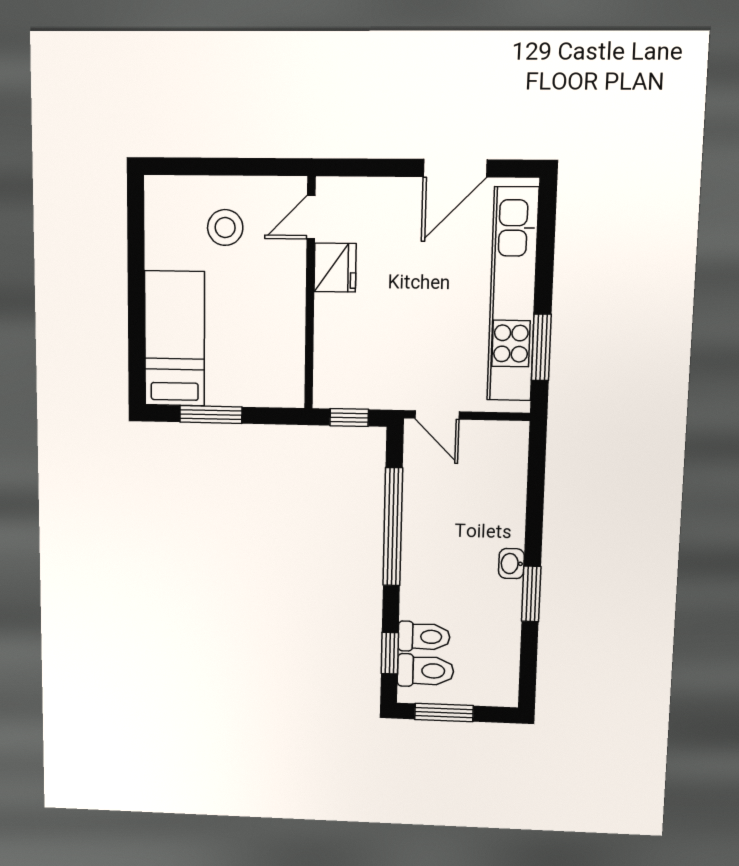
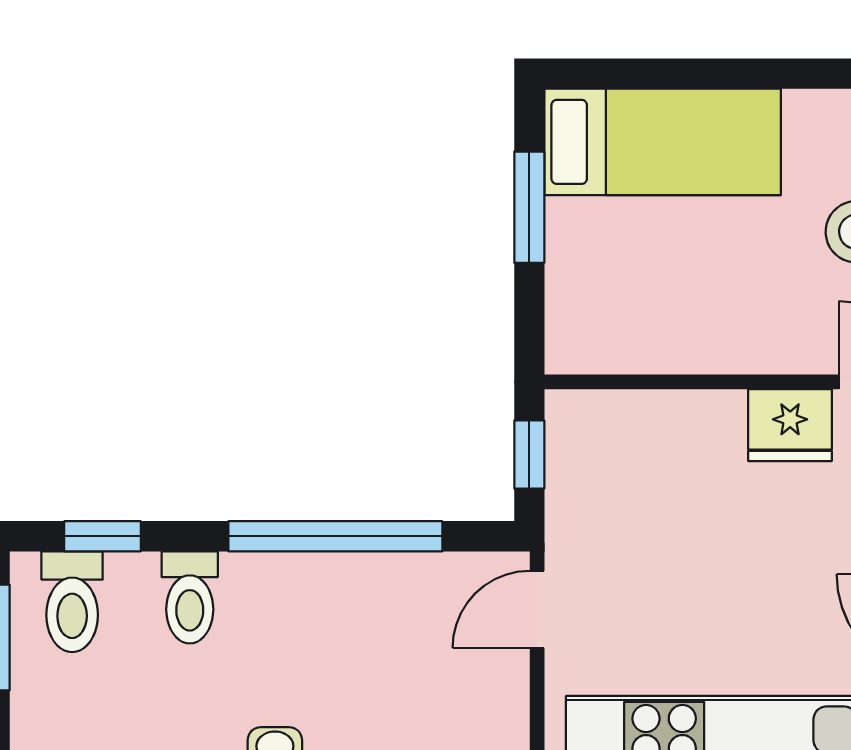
toilet: (424, 637) -> (190, 597), moved

